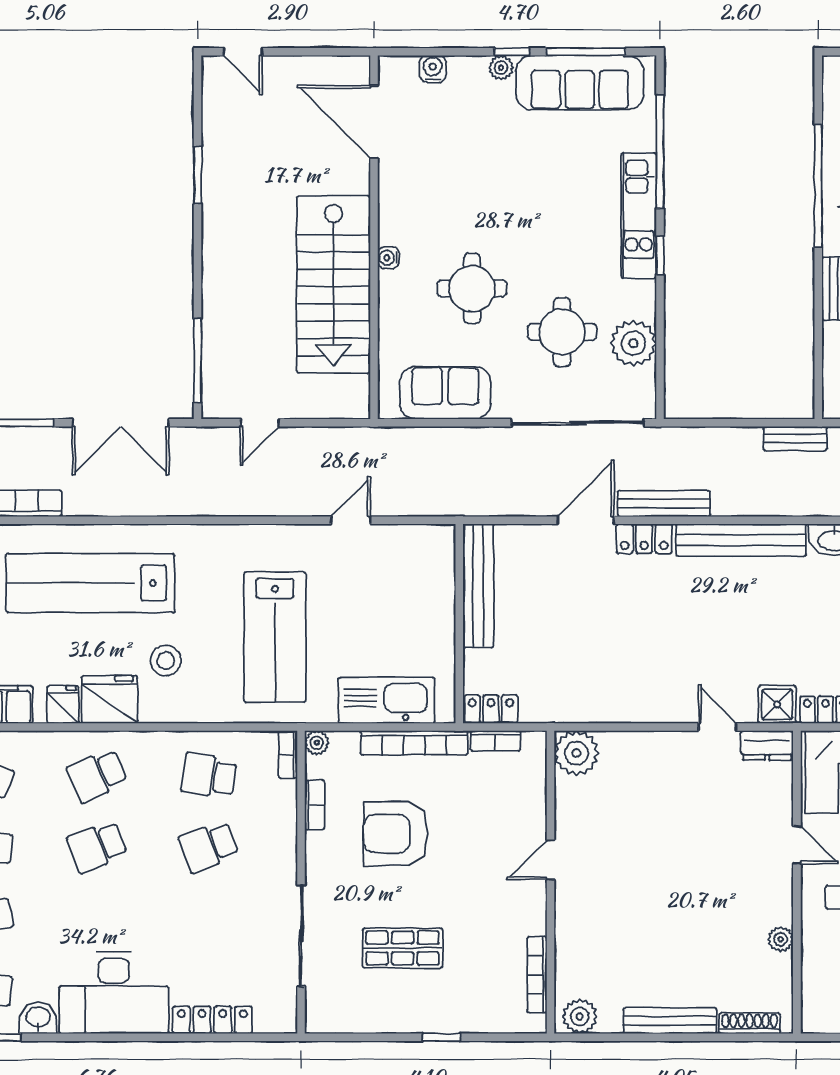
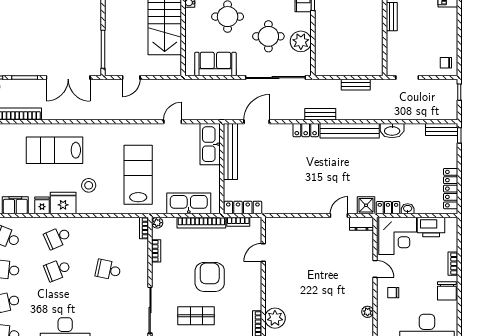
bench: (795, 439) -> (356, 85), moved
bench: (664, 504) -> (320, 114), width x0.73
door: (586, 520) -> (257, 122), moved
kitchen sink: (434, 570) -> (210, 144), added
lab bench: (90, 583) -> (54, 150), width x0.73
lab bench: (275, 637) -> (138, 175), turned 180
locker: (491, 709) -> (243, 207), width x1.53
door: (717, 727) -> (339, 216), hinge flipped
plant: (576, 753) -> (275, 318), moved
school desk: (209, 776) -> (108, 238), removed
armchair: (396, 834) -> (210, 277), moved, turned 90
school desk: (209, 847) -> (108, 270), turned 33
door: (550, 860) -> (263, 252), moved

